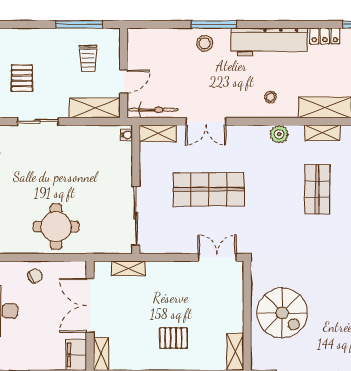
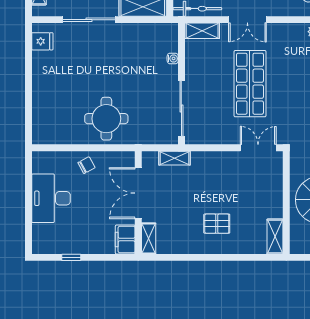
sliding door: (38, 121) -> (89, 20), width x1.37
water cooler: (127, 135) -> (173, 58), moved
shop shelf: (209, 189) -> (250, 84), turned 90

